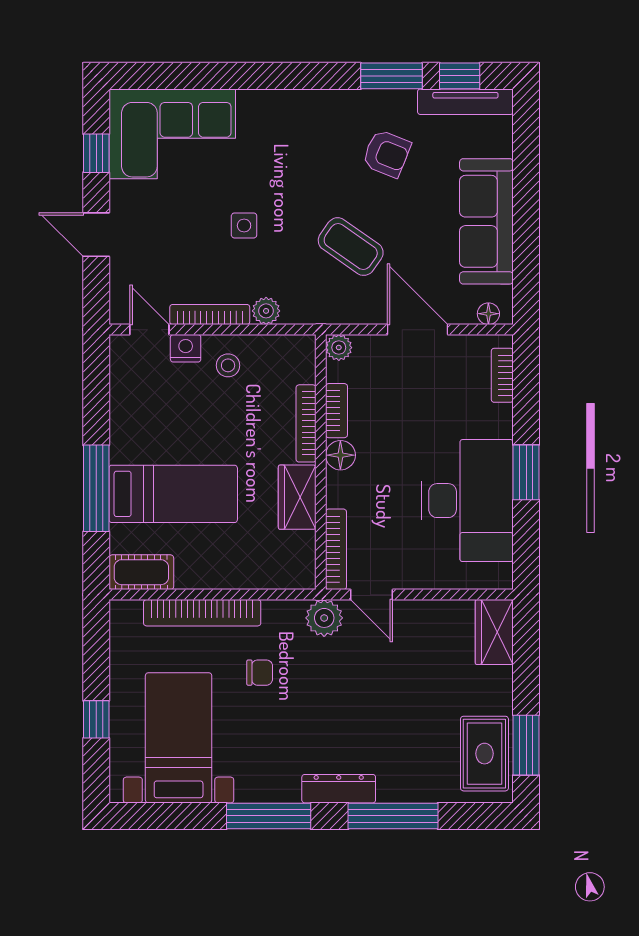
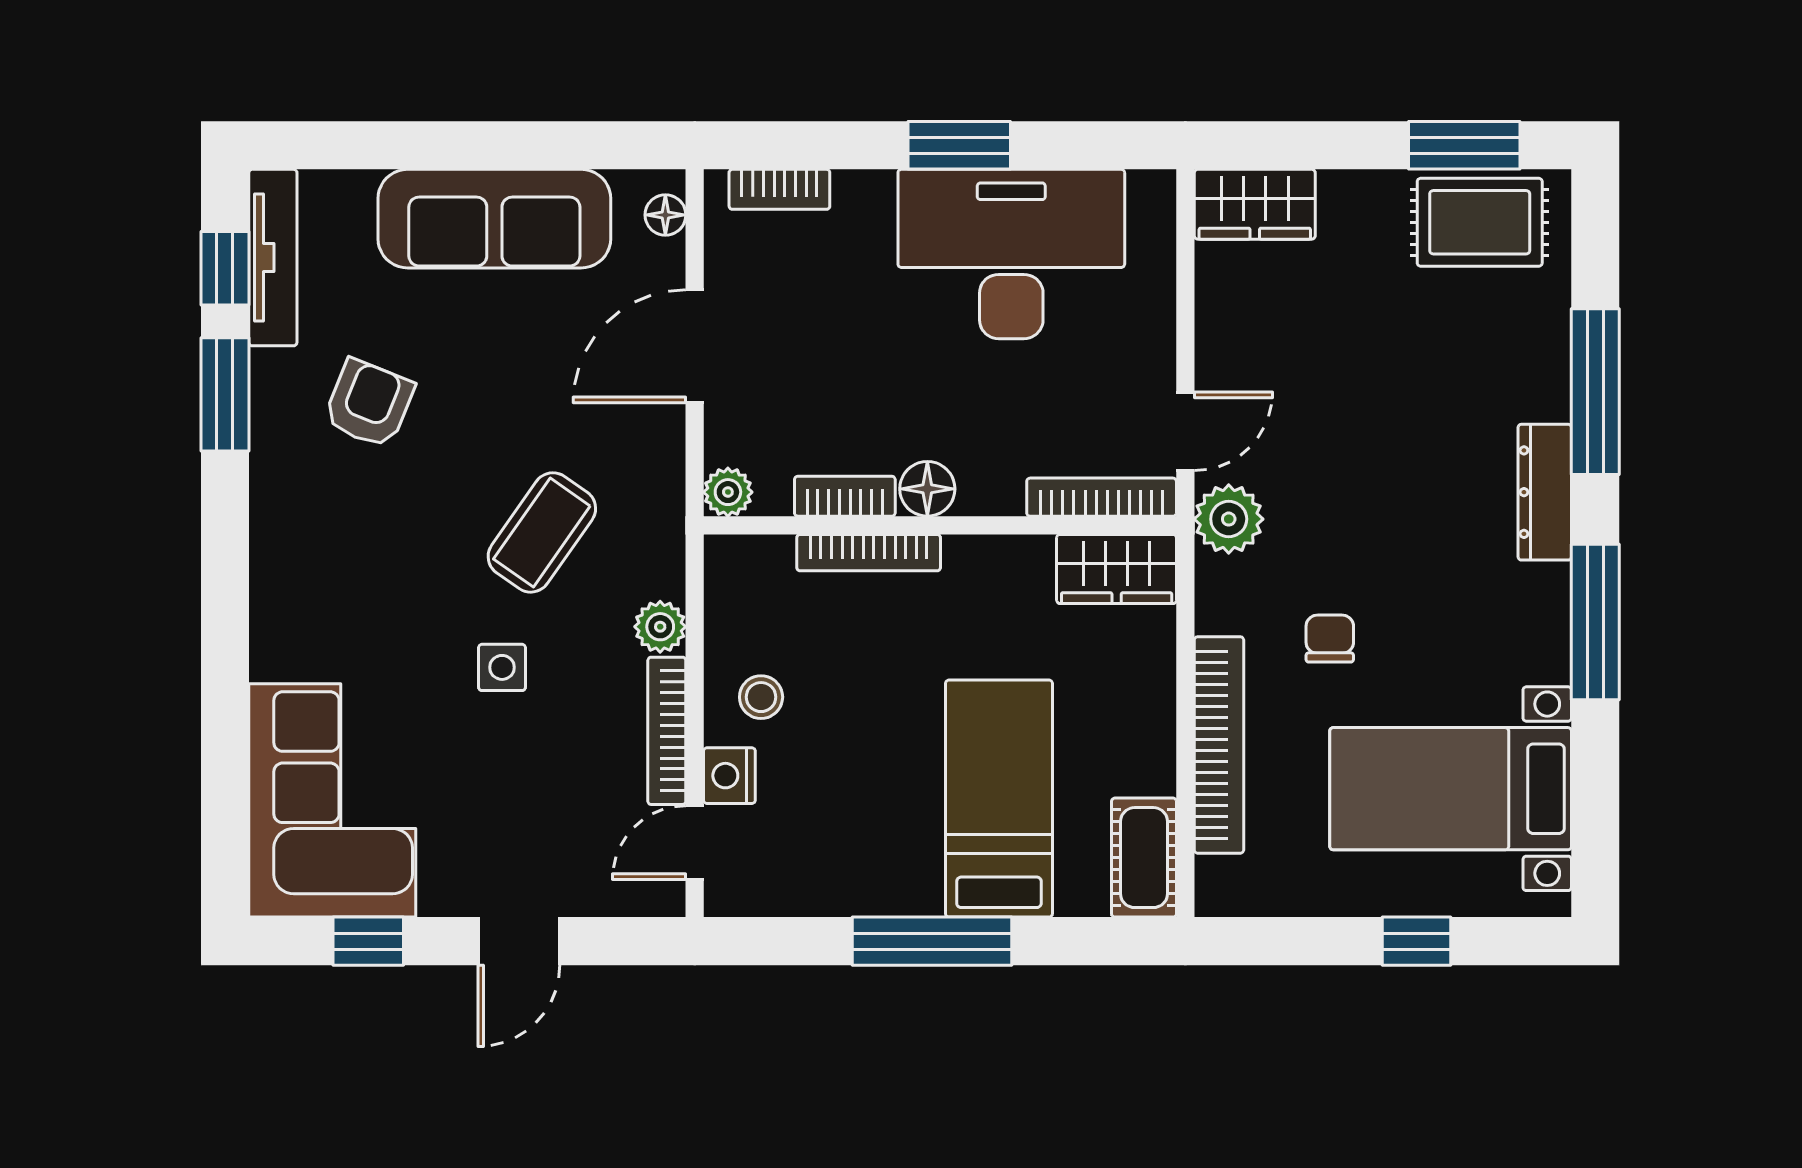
coffee table: (351, 247) -> (542, 532), moved
window: (96, 488) -> (932, 941), moved
wardrobe: (297, 497) -> (1117, 569), moved

